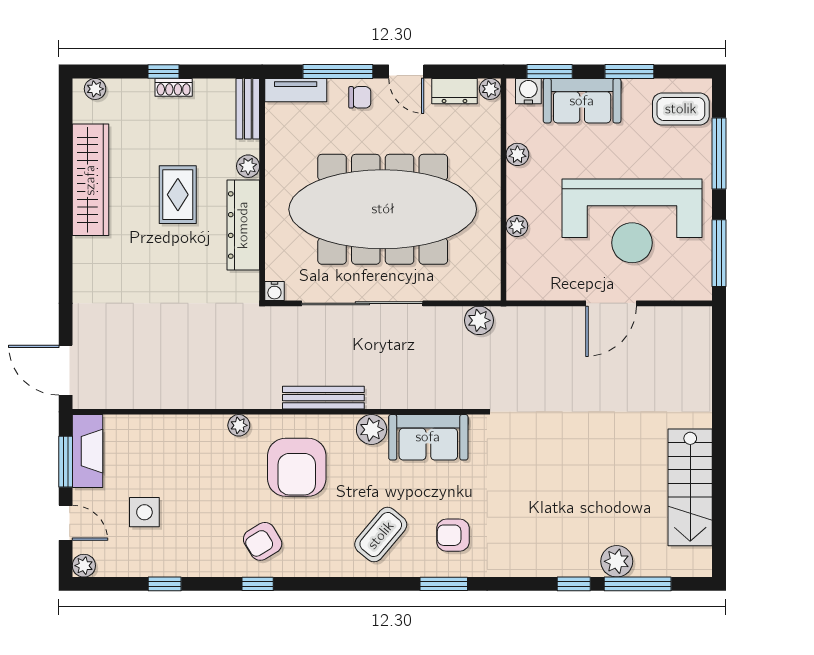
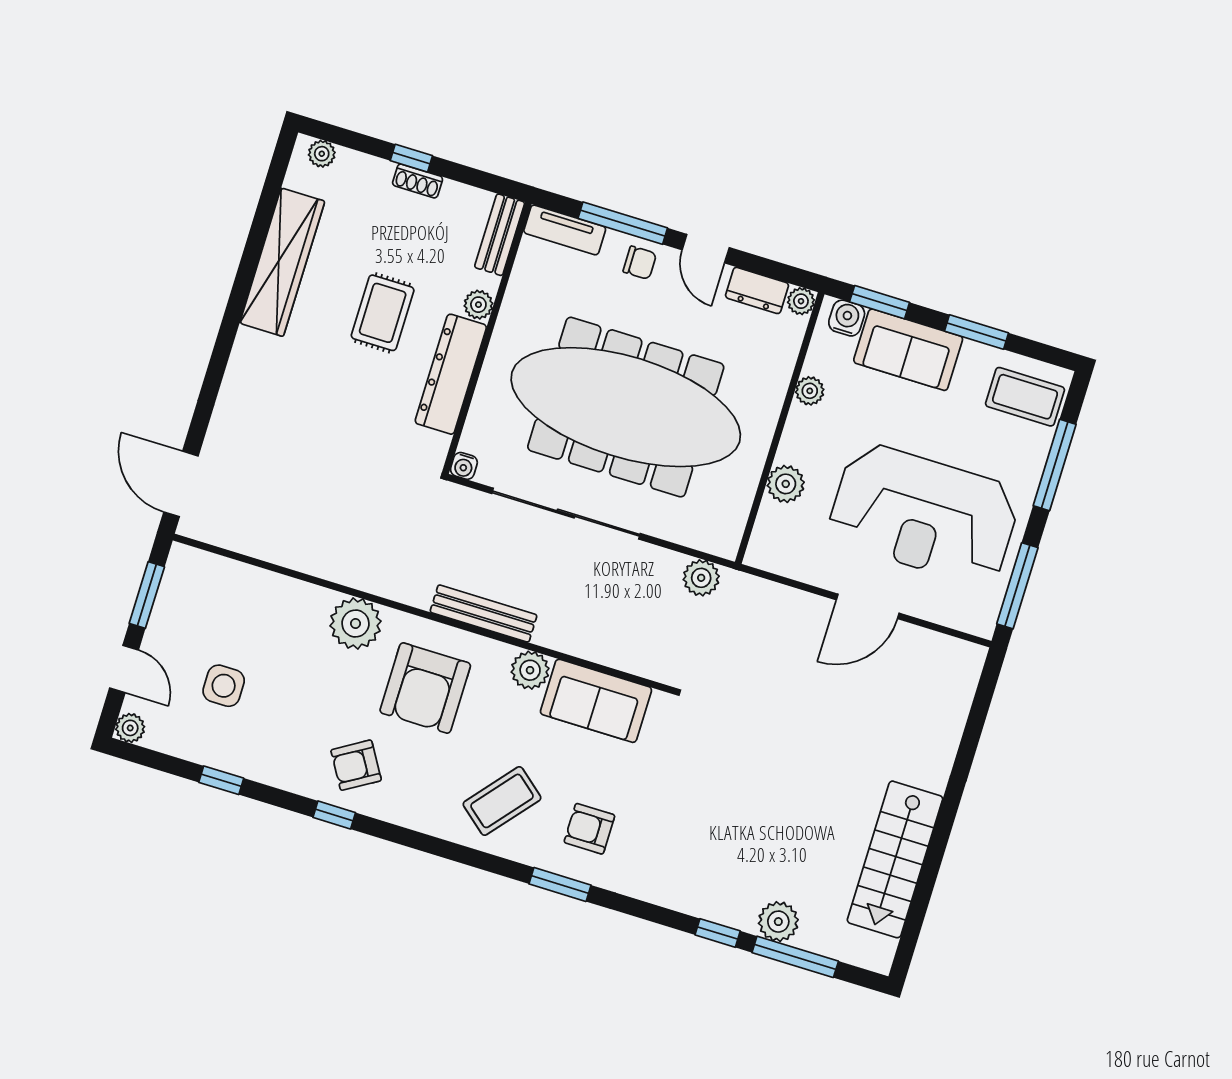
plant: (517, 226) -> (786, 484), width x1.38, depth x1.38
plant: (239, 425) -> (356, 623), width x1.88, depth x1.88
fireplace: (87, 451) -> (177, 590), removed

